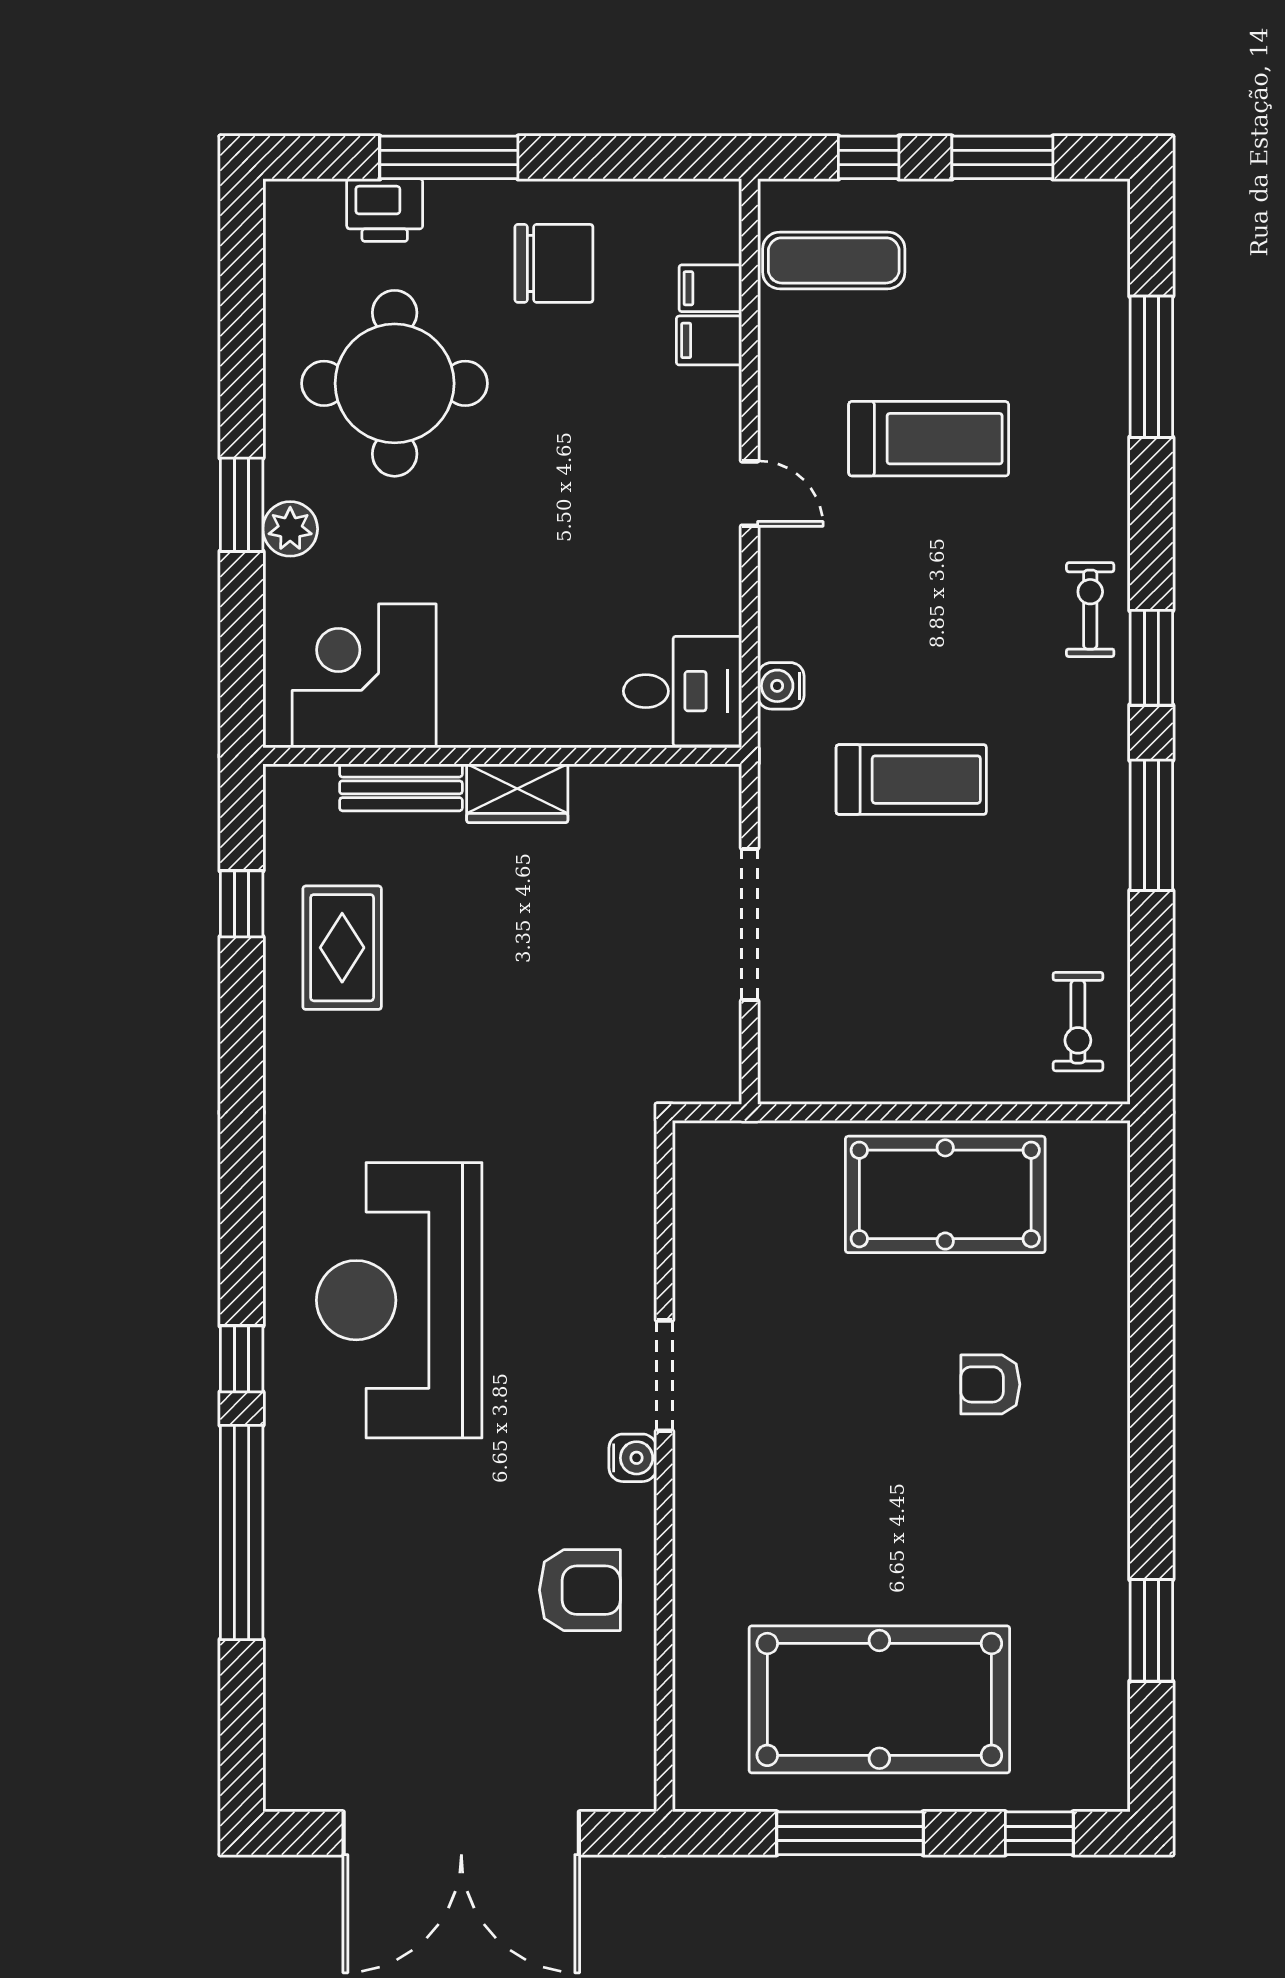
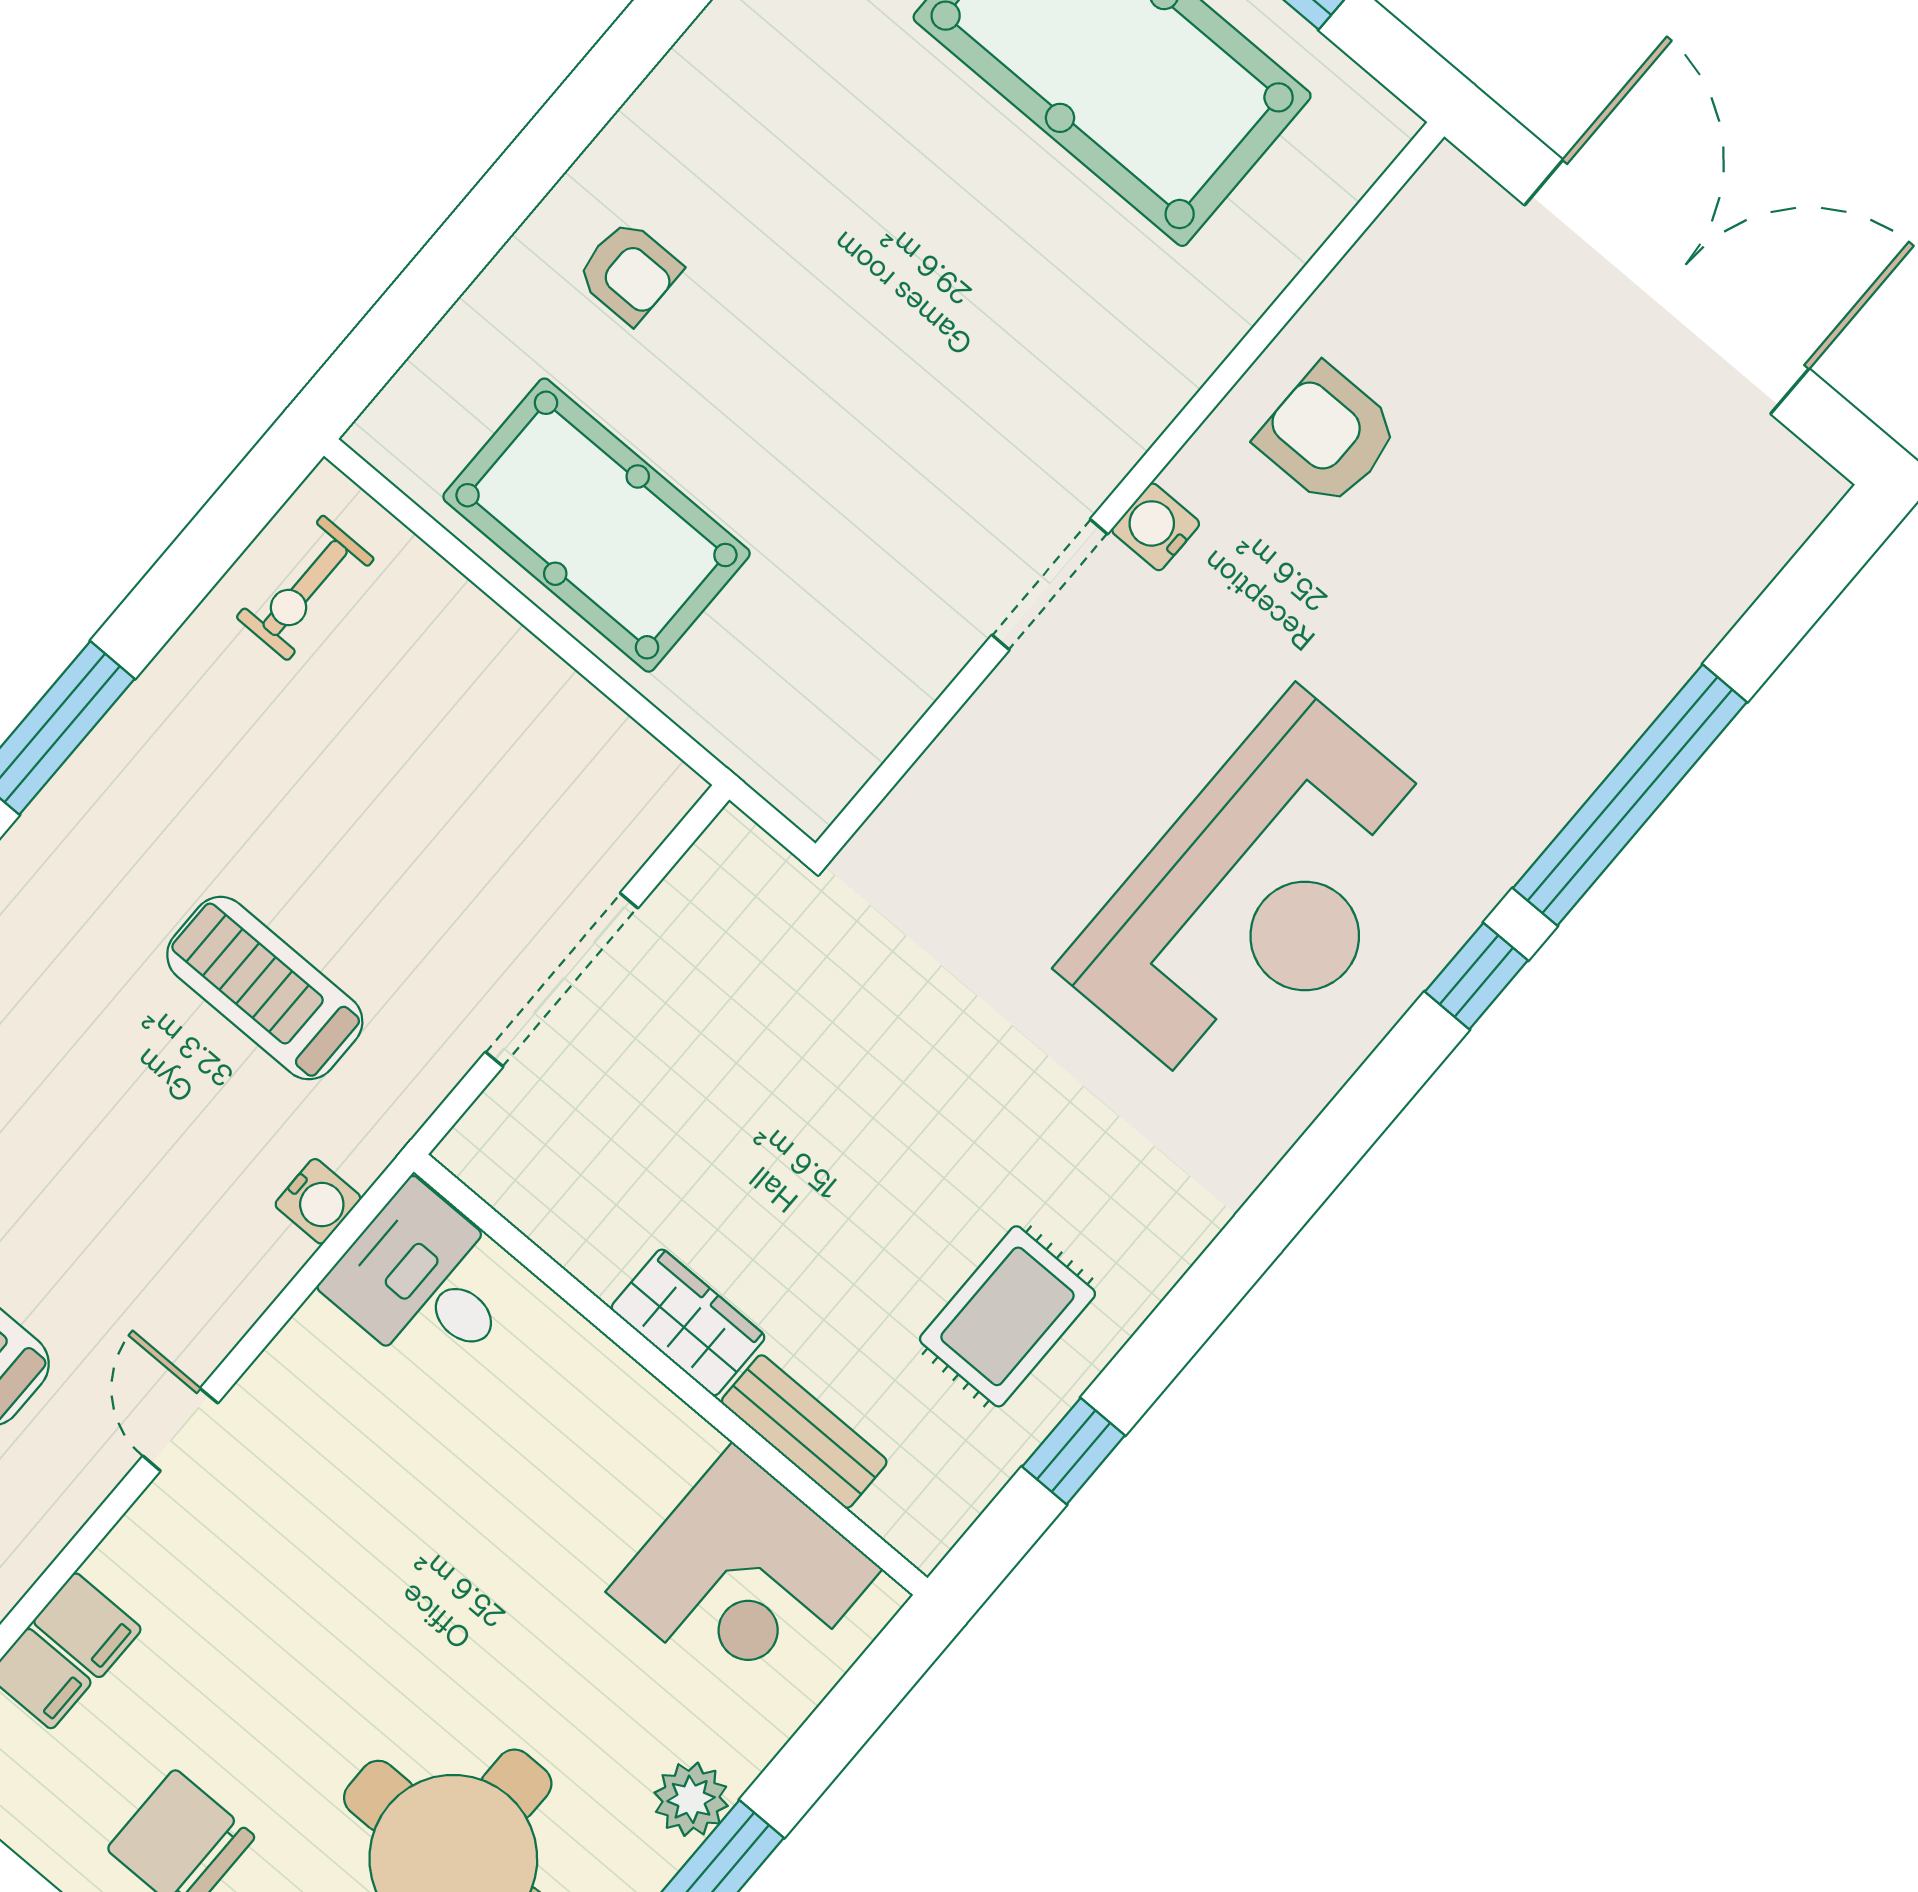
exercise bike: (1078, 1022) -> (305, 588), turned 180
armchair: (990, 1384) -> (629, 272), moved

